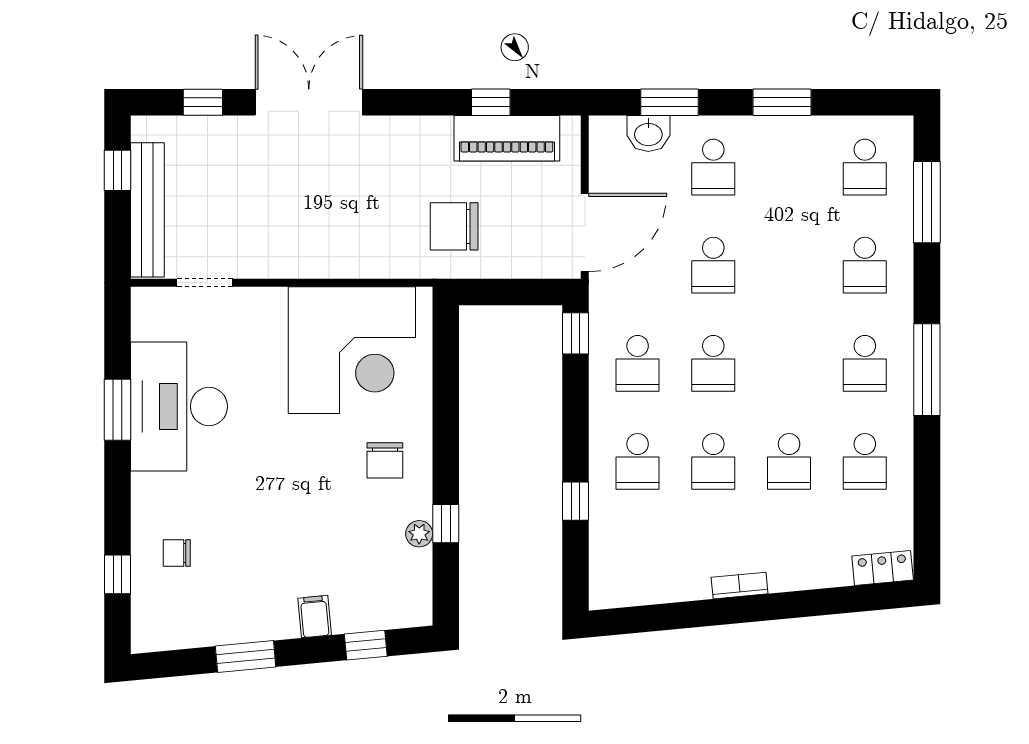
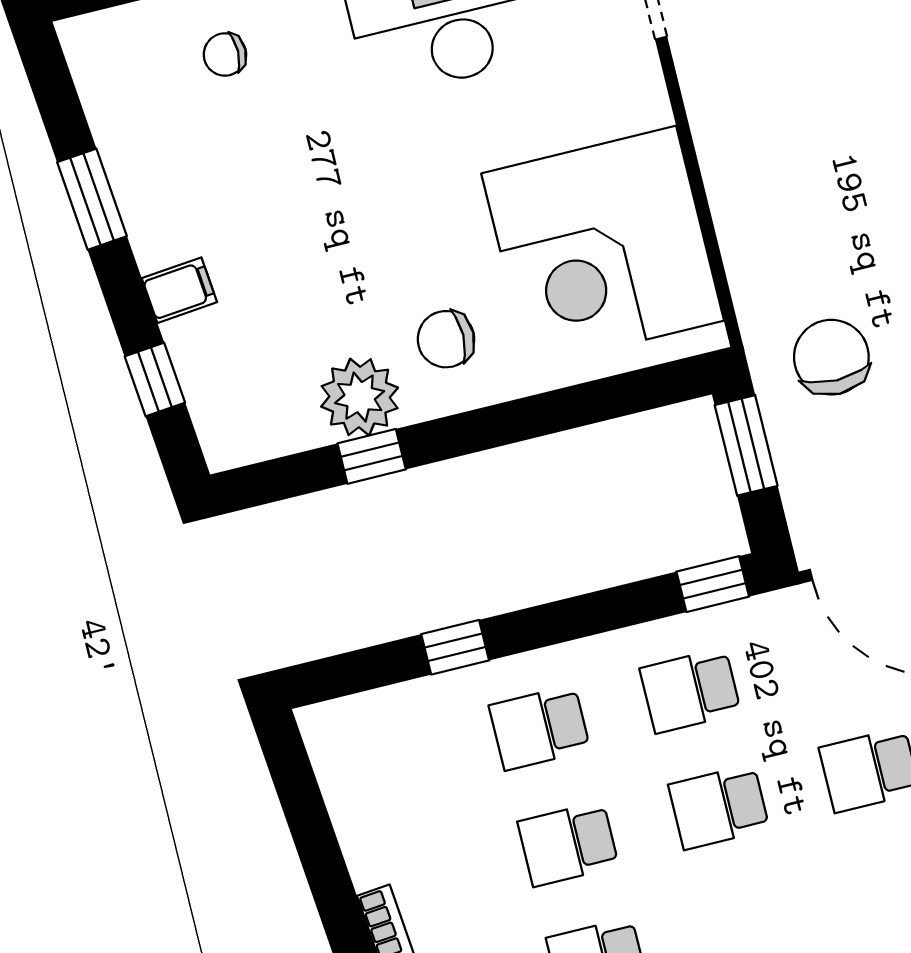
window: (495, 292) -> (746, 445), added
plant: (419, 534) -> (360, 397), width x1.87, depth x1.87
chair: (177, 553) -> (225, 54), turned -90

